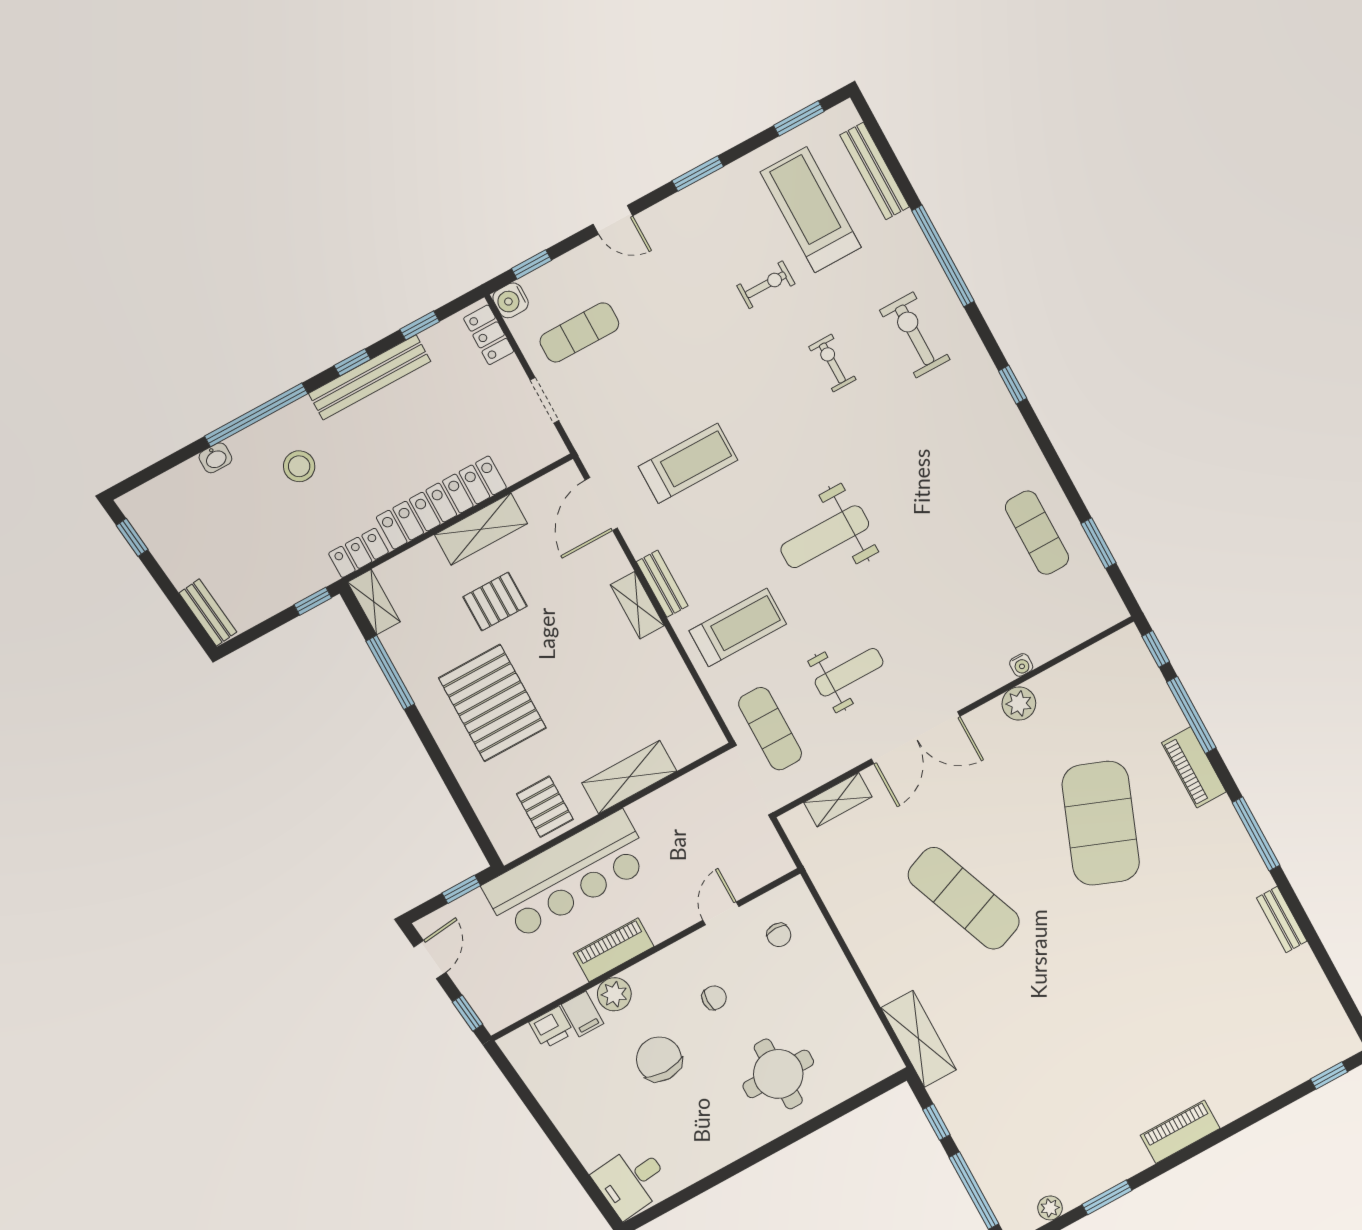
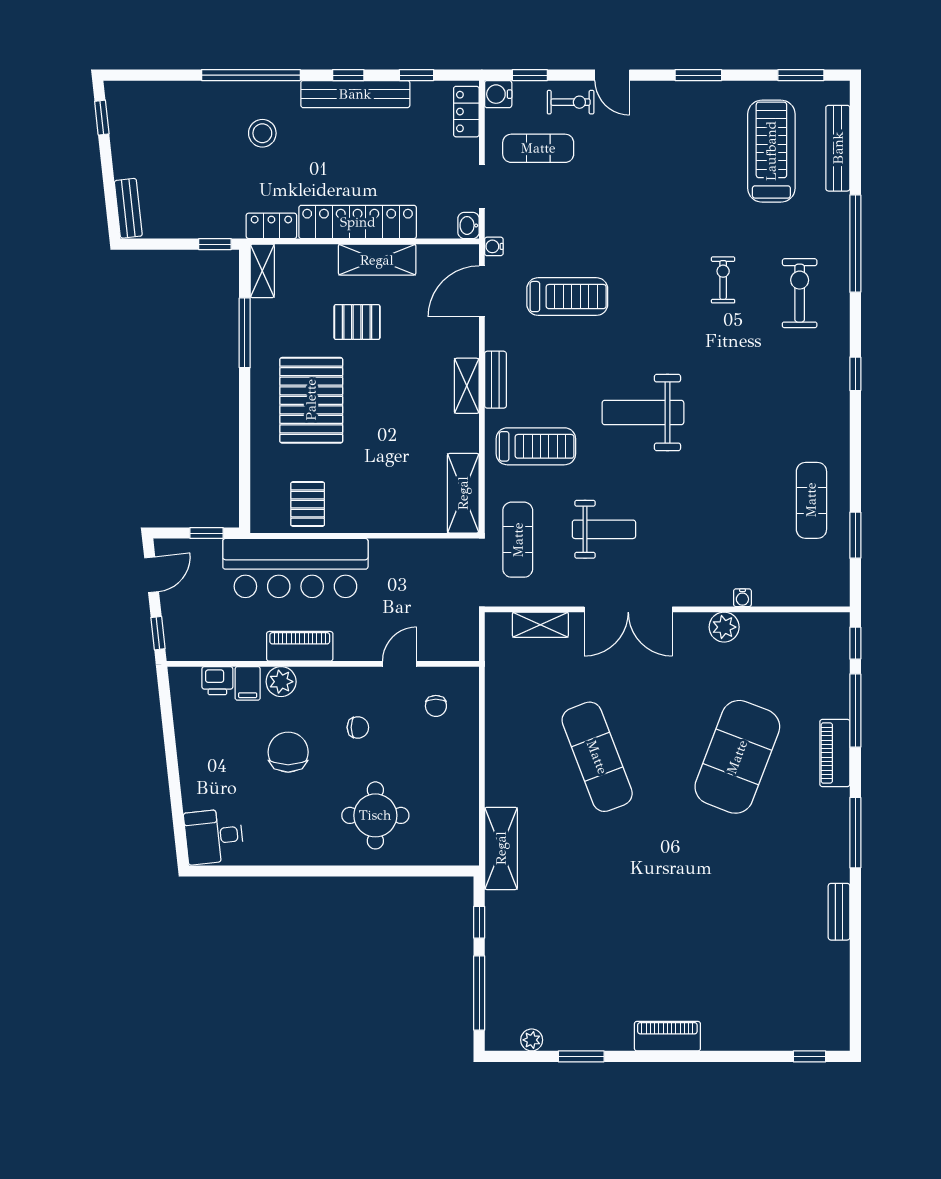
exercise bike: (766, 285) -> (571, 102), moved
water cooler: (589, 453) -> (494, 246), added
washbasin: (215, 458) -> (469, 225), moved, turned 90
shelving: (629, 777) -> (463, 493), moved, turned 90

